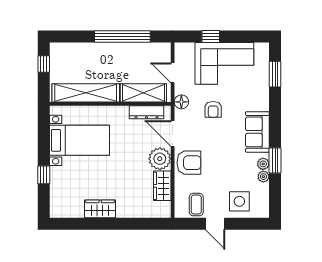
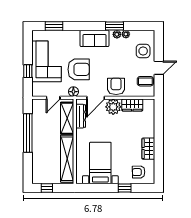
armchair: (213, 109) -> (79, 69), width x1.88, depth x1.88
armchair: (67, 195) -> (139, 172), added

